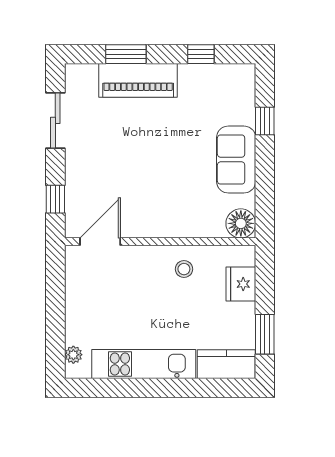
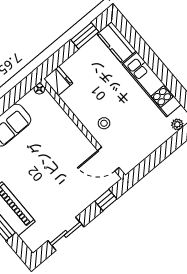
floor lamp: (241, 223) -> (39, 89), width x0.53, depth x0.53
stool: (184, 269) -> (104, 123), moved
fridge: (241, 284) -> (58, 81), moved, turned -90

